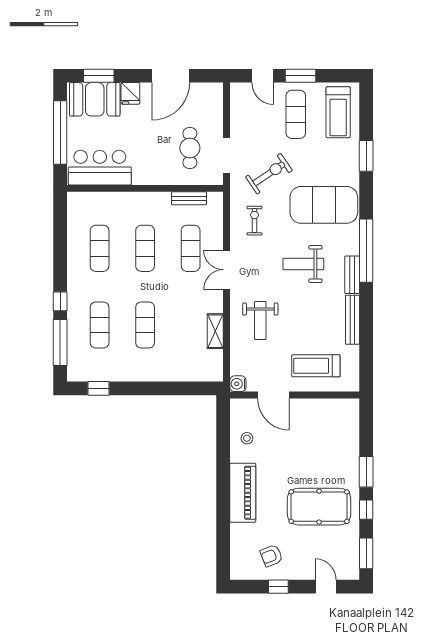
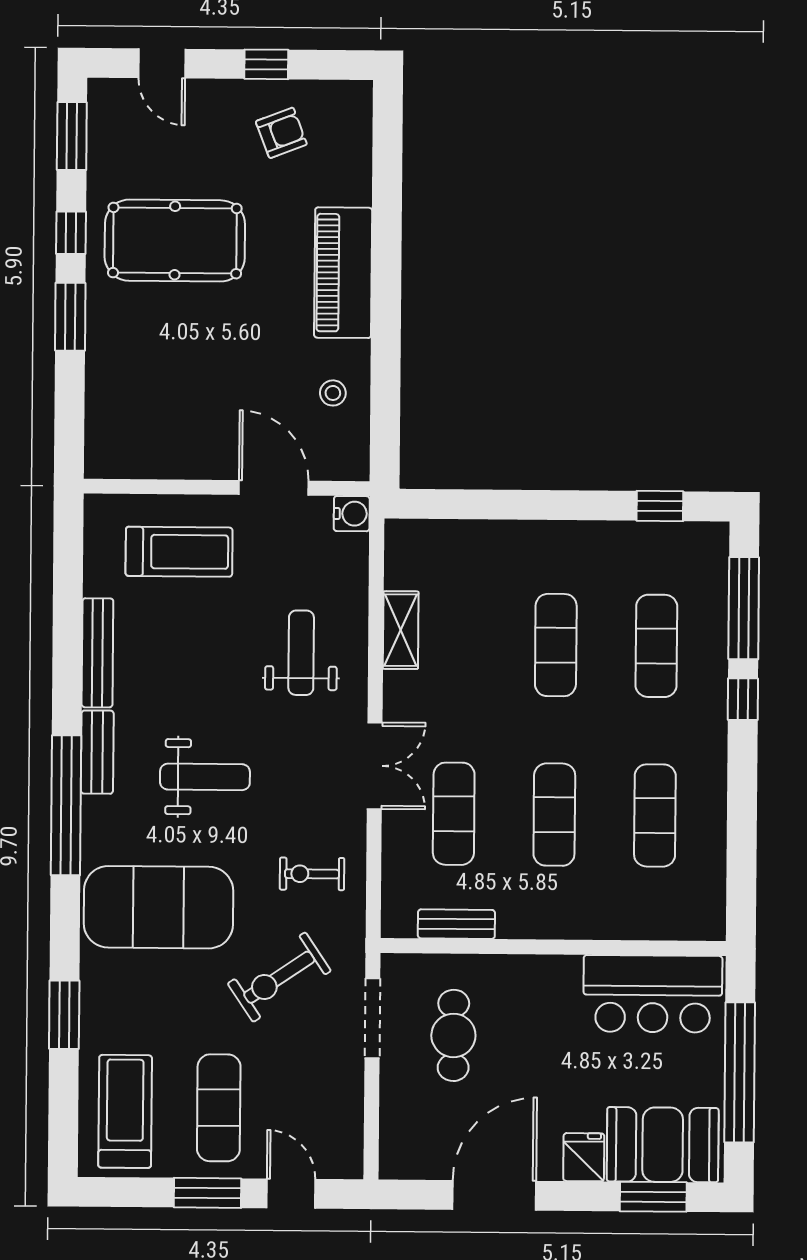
exercise bike: (254, 221) -> (312, 874), turned 90

